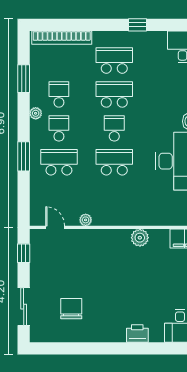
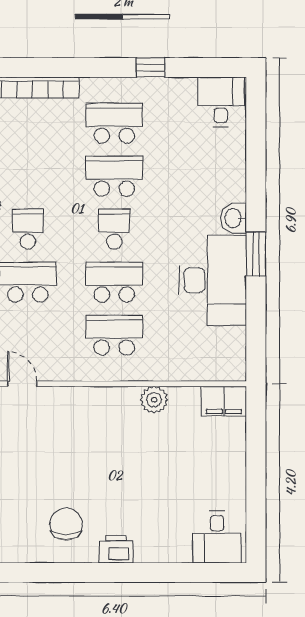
school desk: (59, 94) -> (114, 335), moved, width x1.85
plant: (86, 220) -> (69, 372), removed
chair: (71, 309) -> (66, 524), moved
printer: (137, 333) -> (116, 549), moved

